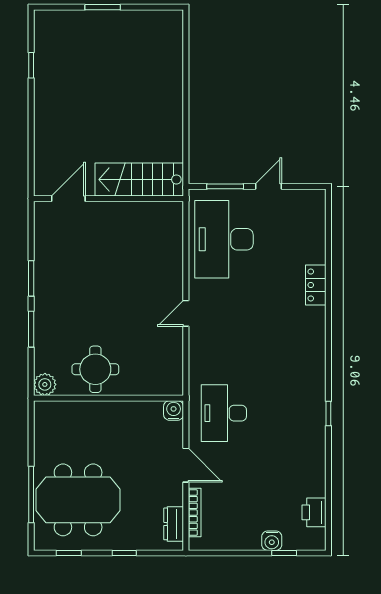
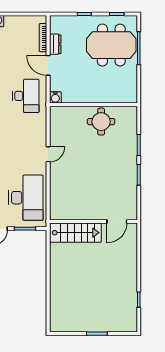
plant: (45, 384) -> (131, 113), removed
dresser: (174, 524) -> (55, 44), moved

